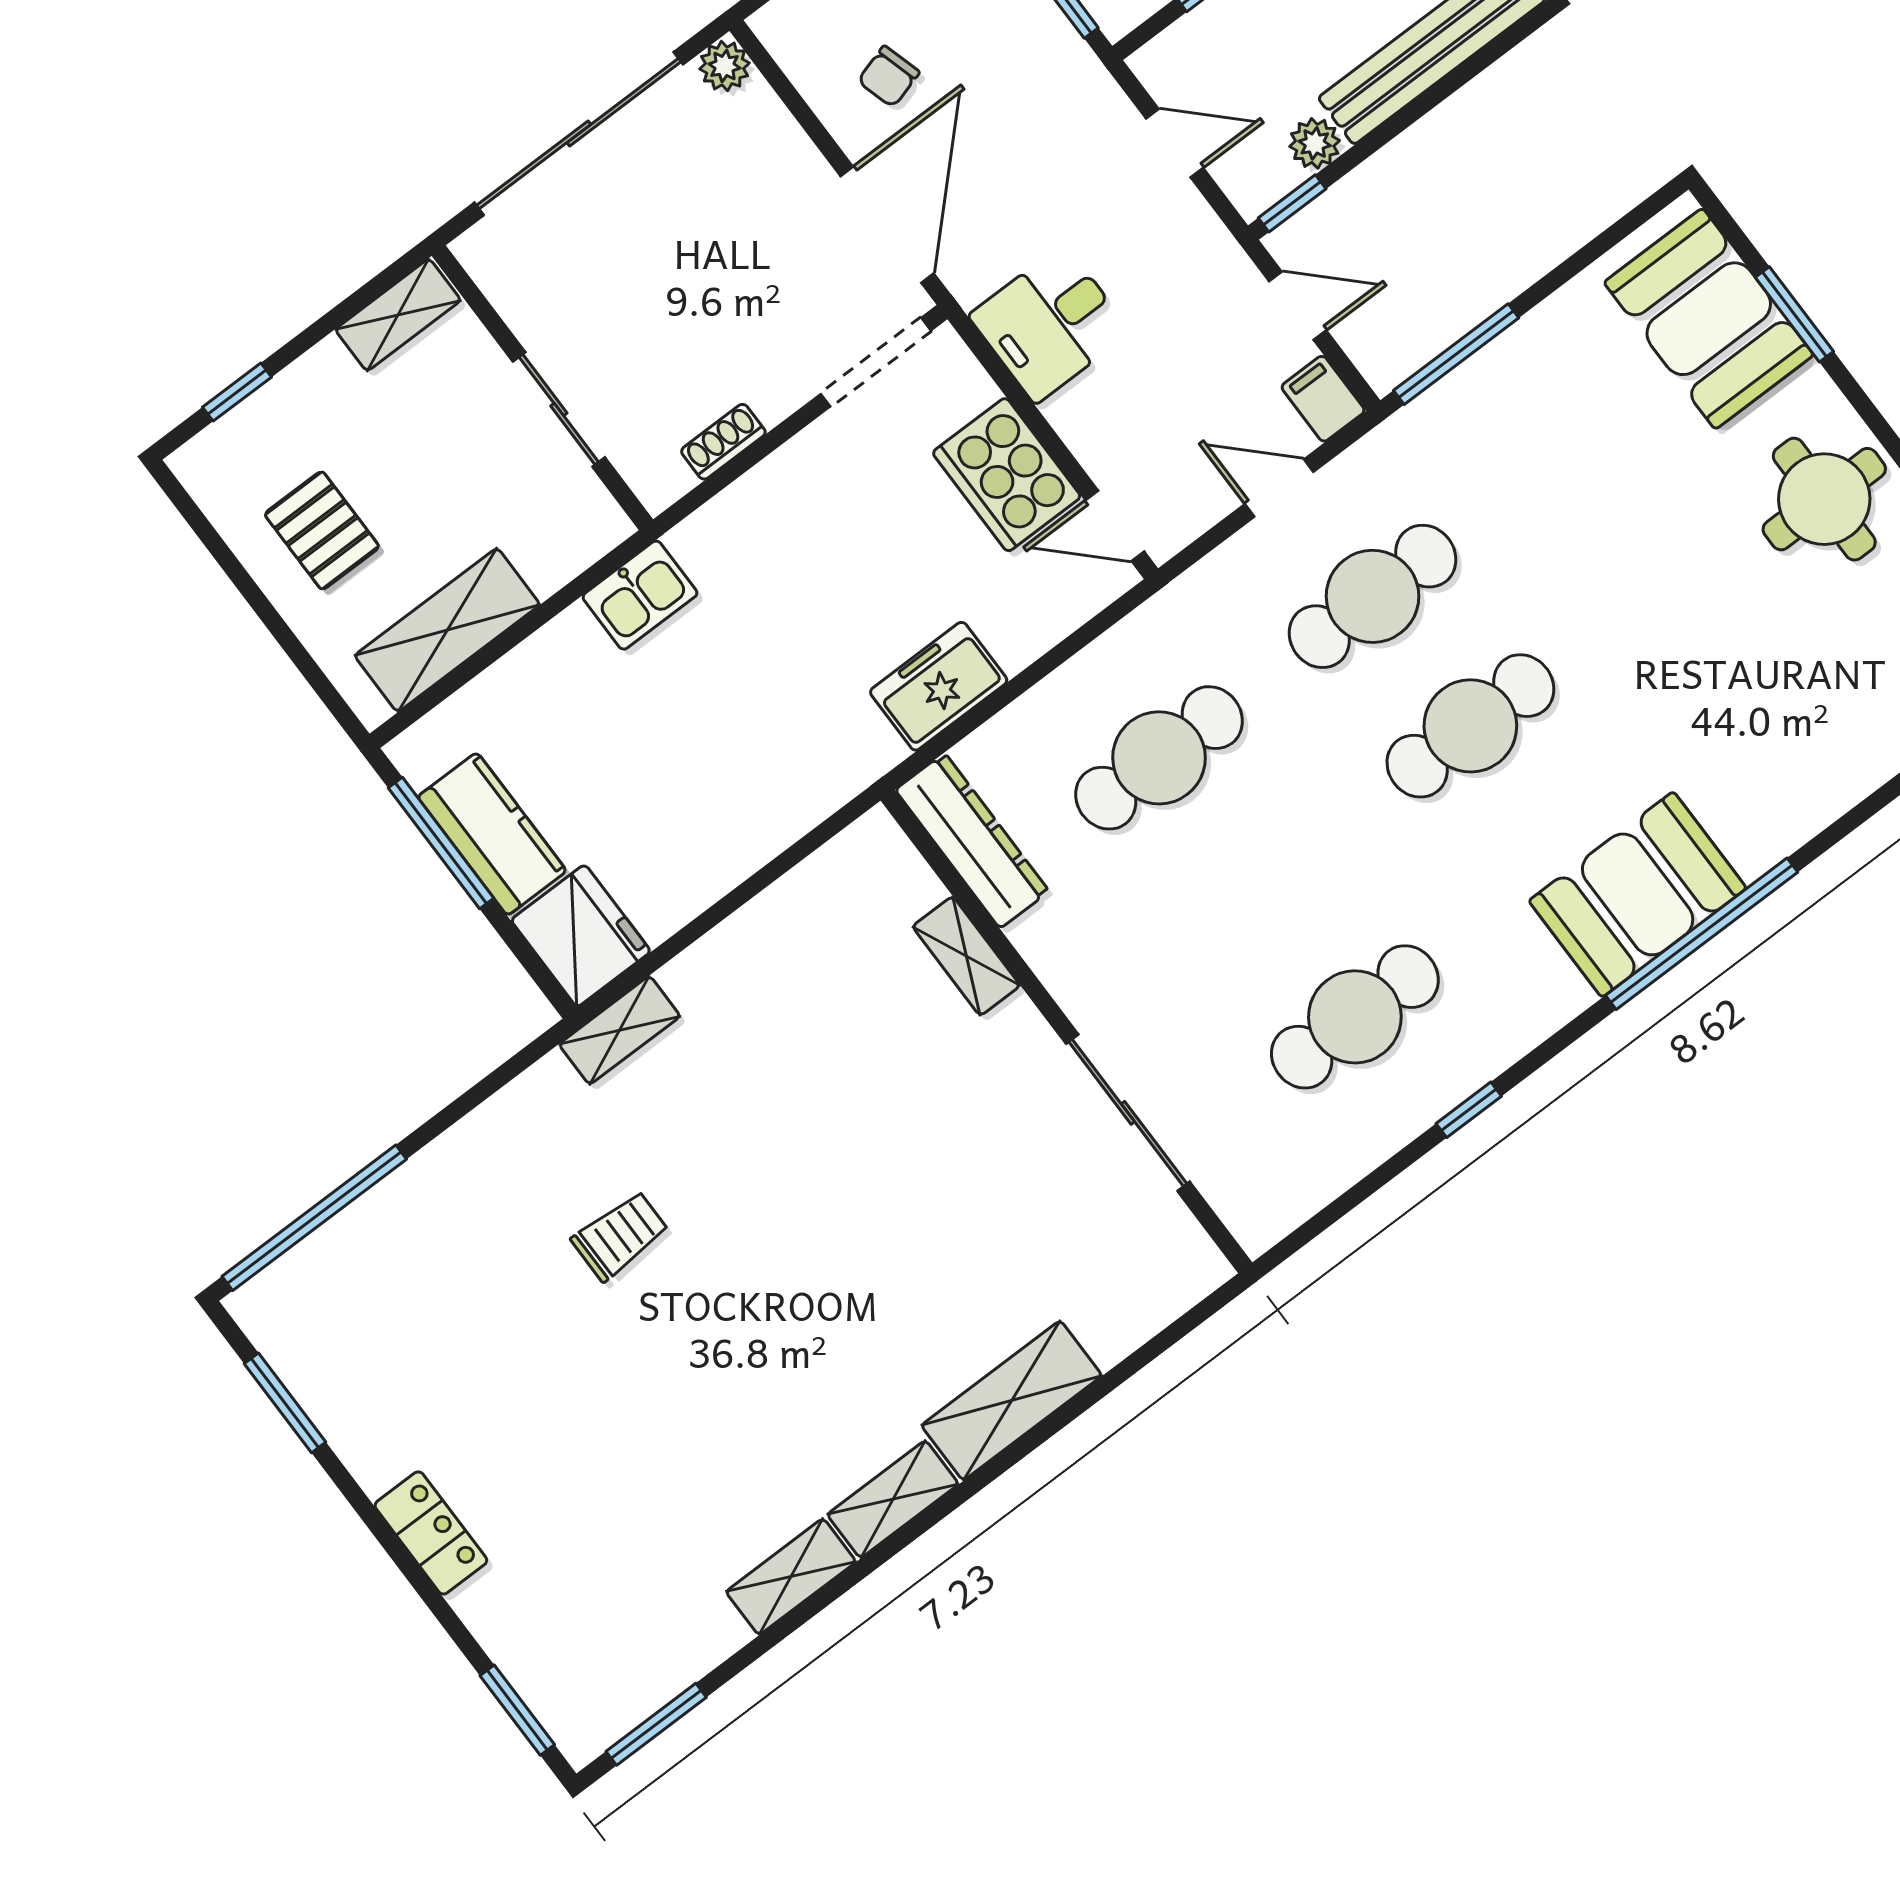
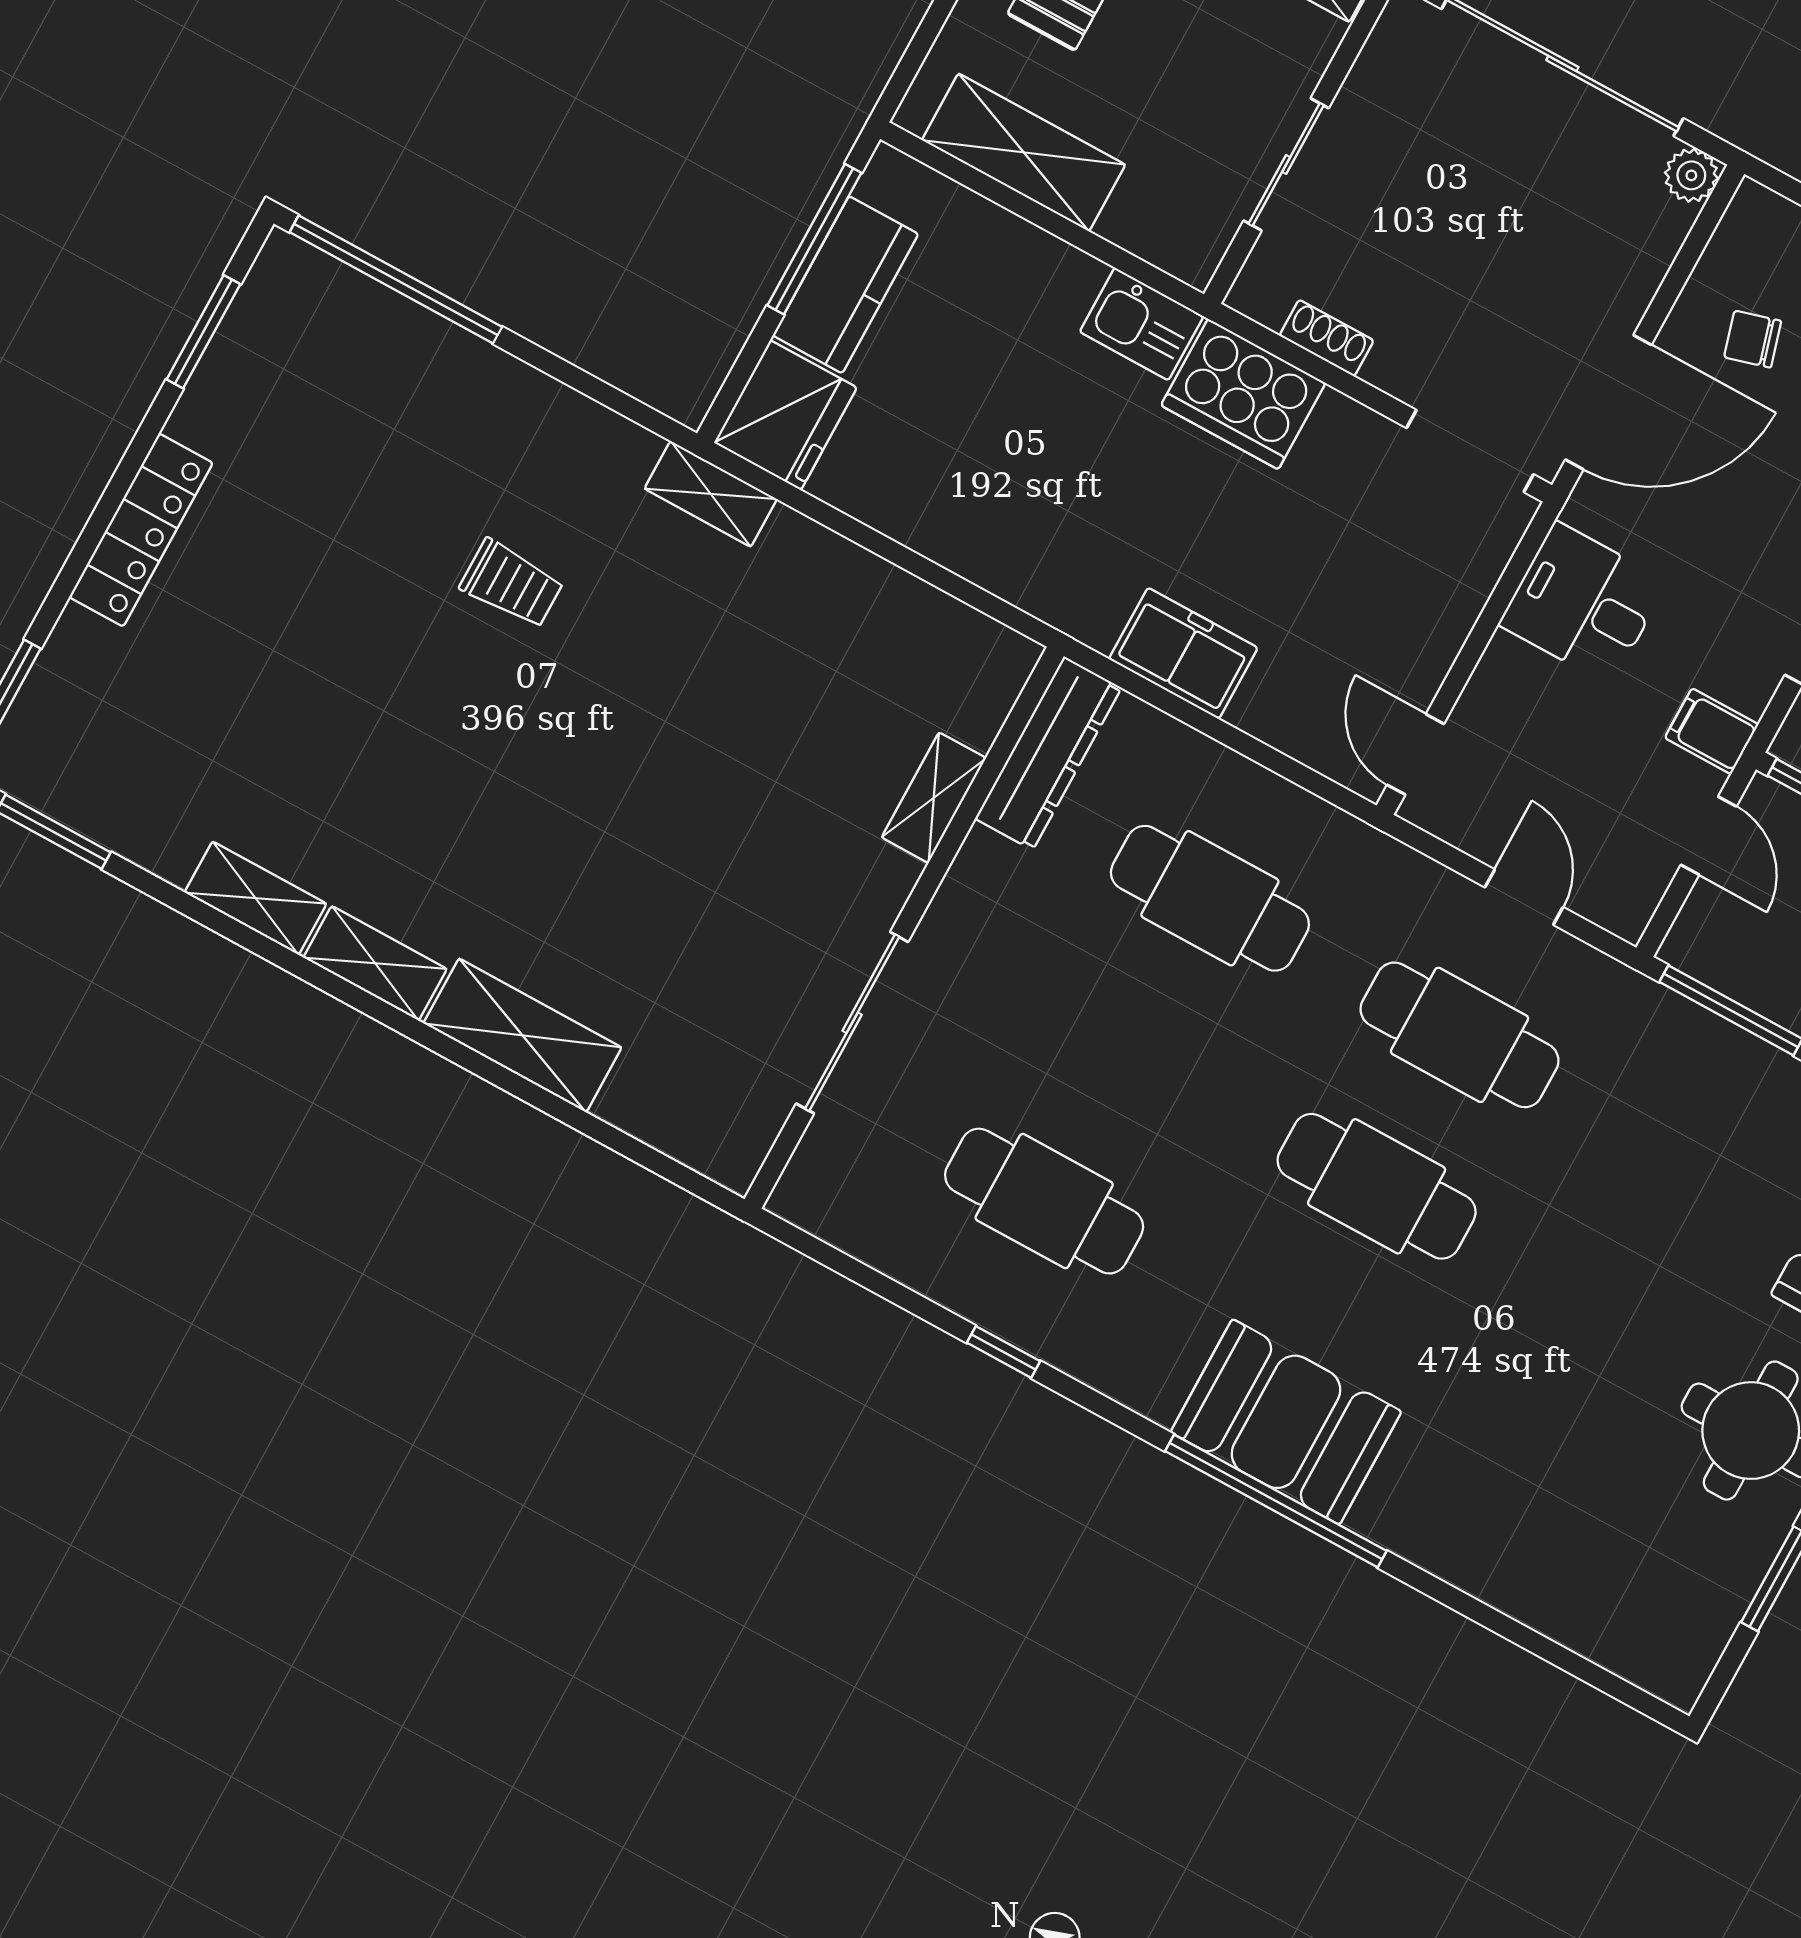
filing cabinet: (1323, 399) -> (1712, 731), moved, turned -90
cooker: (1007, 475) -> (1243, 394), moved, turned -90
locker: (431, 1533) -> (141, 530), width x1.53

